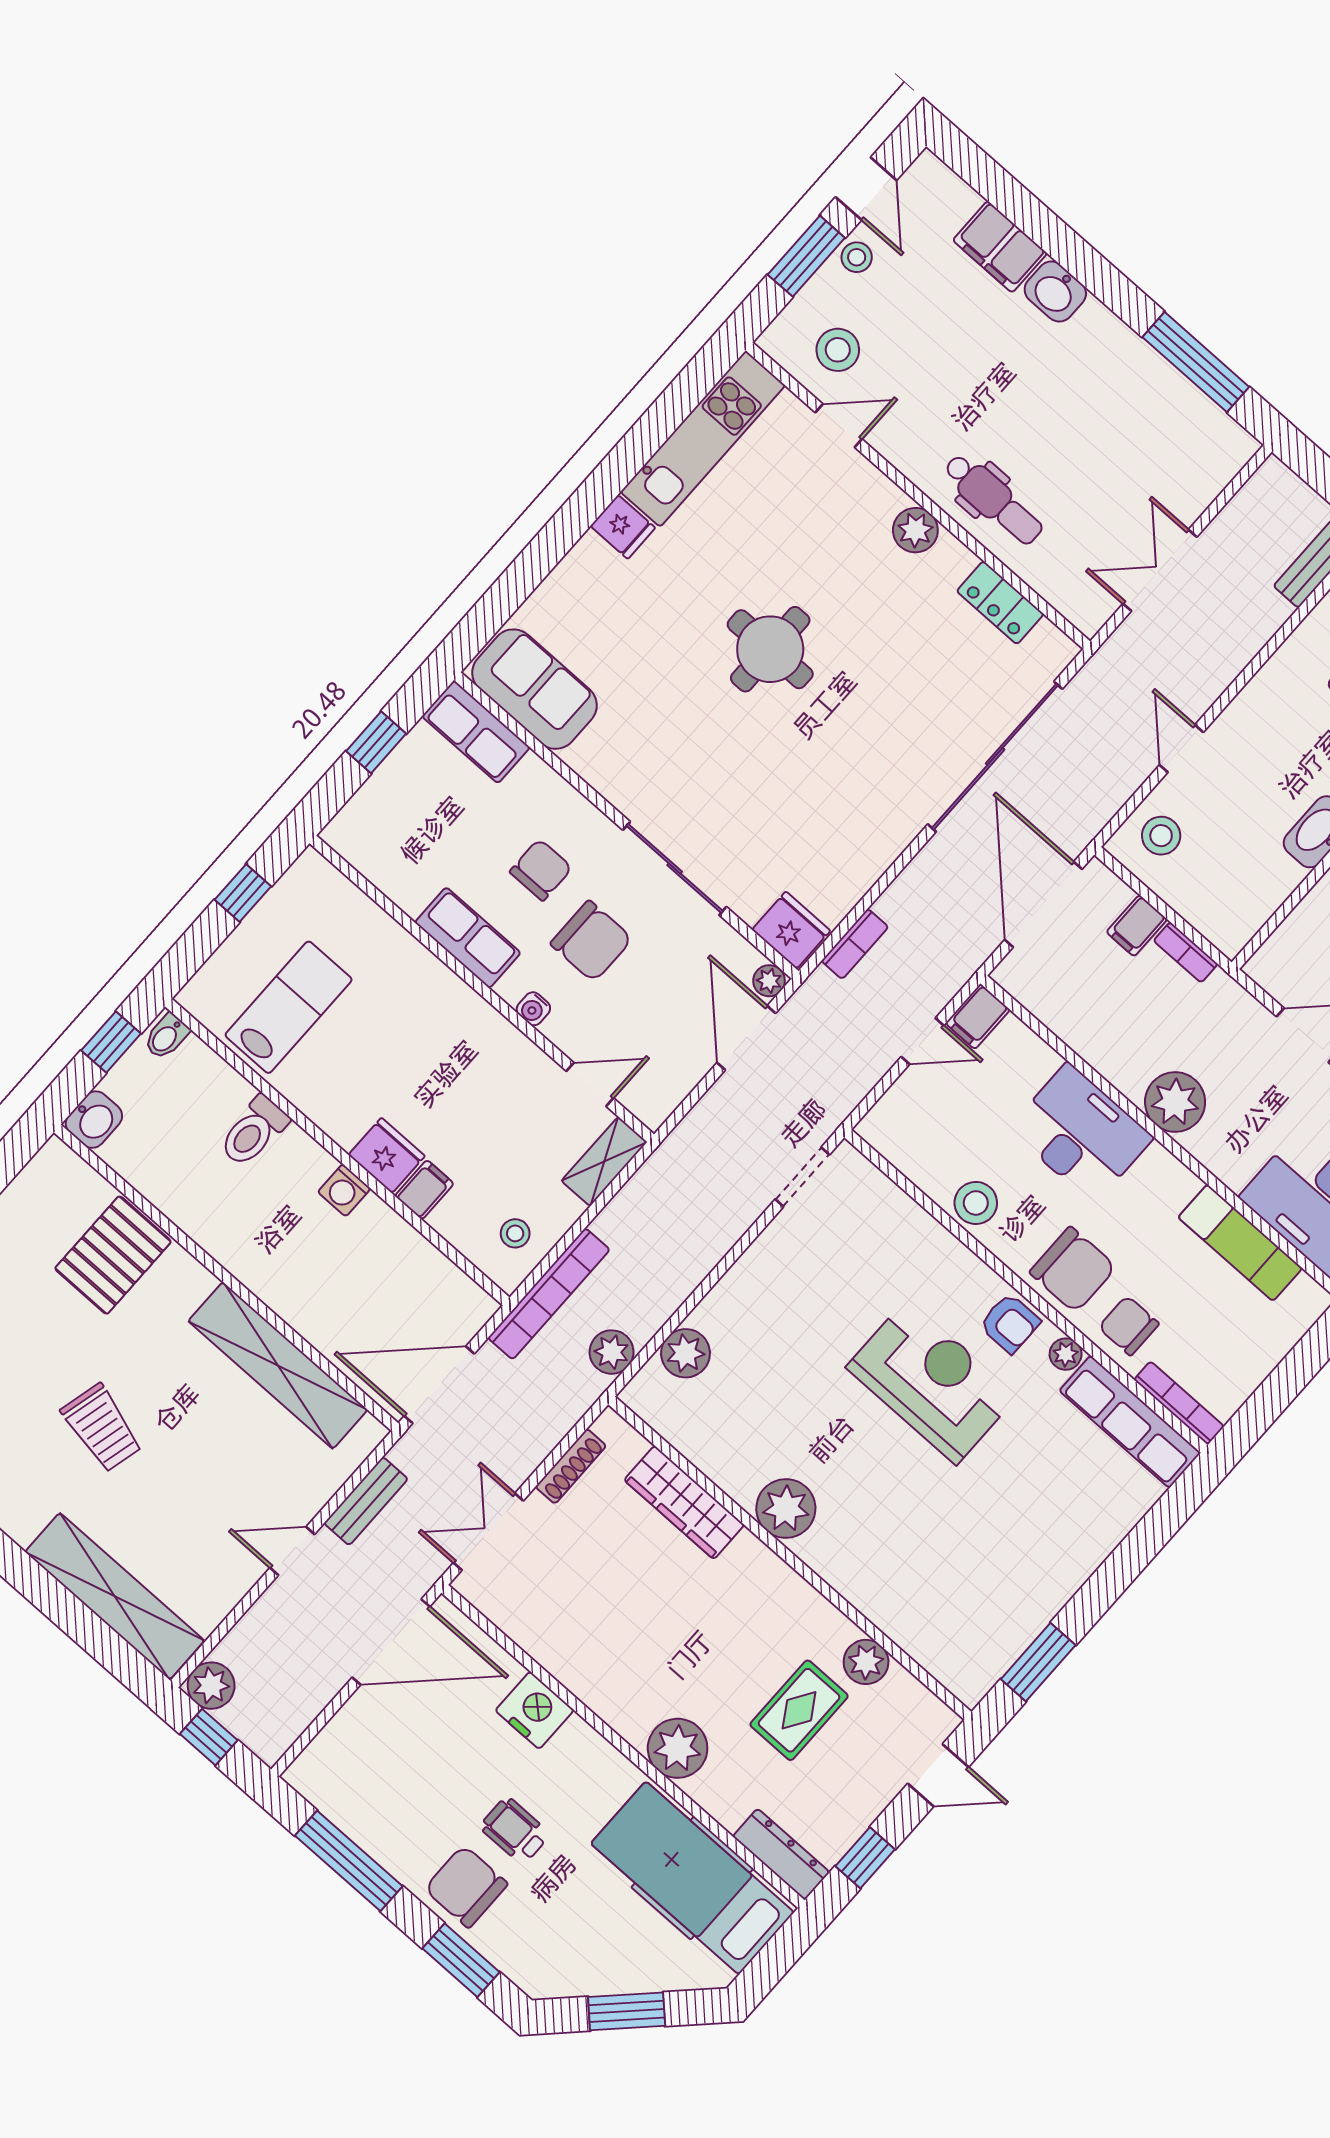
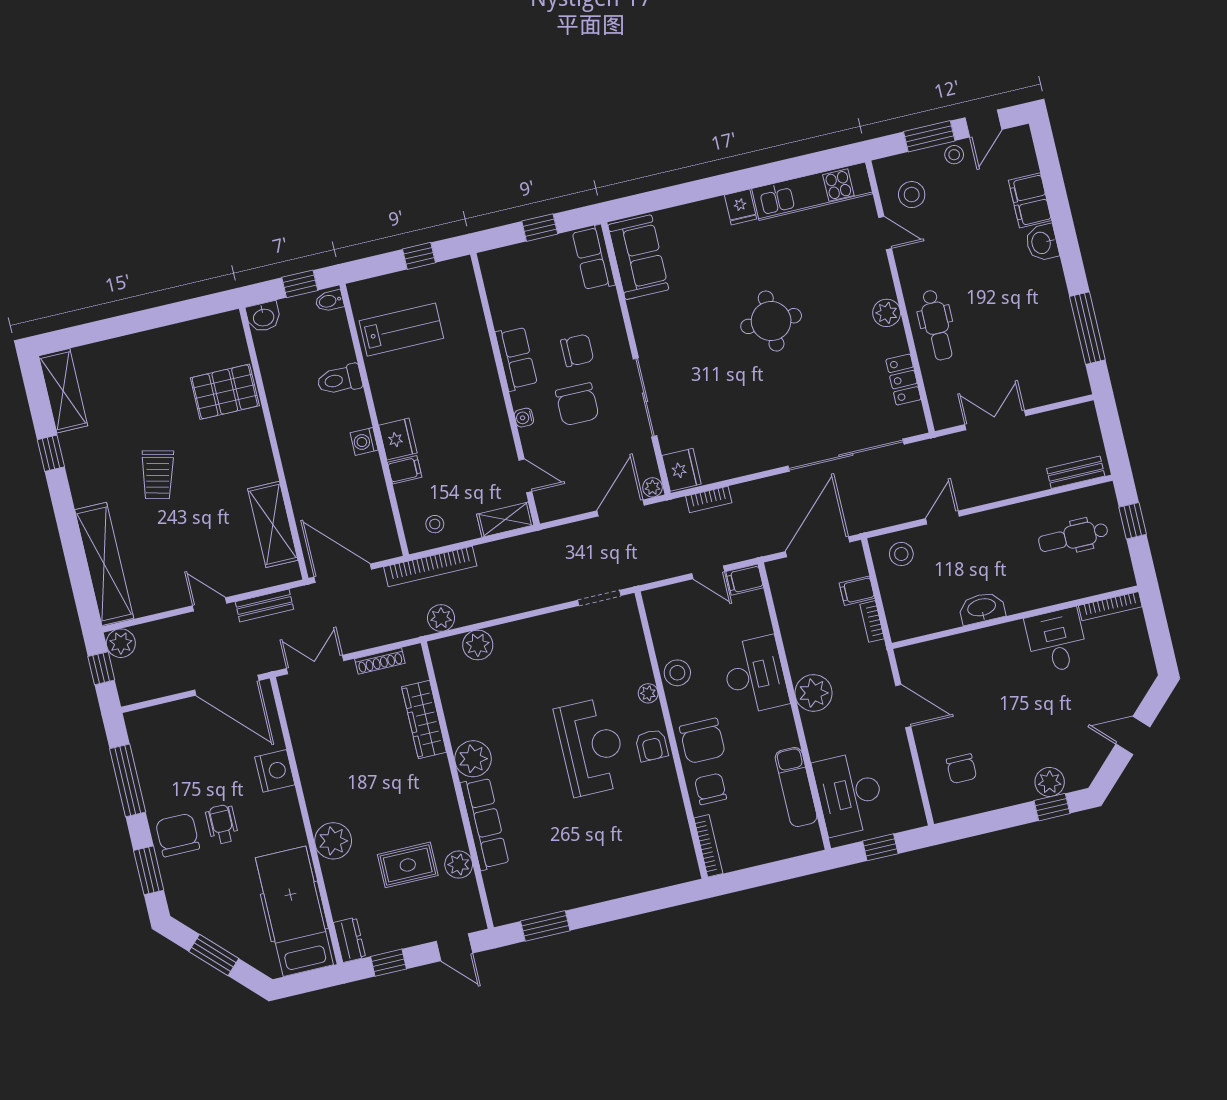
plant: (1066, 1354) -> (648, 693), moved
shelving: (278, 1365) -> (273, 524), width x0.68
row of seats: (1130, 1422) -> (485, 824), moved, turned 180
dresser: (781, 1854) -> (350, 940), width x0.70

